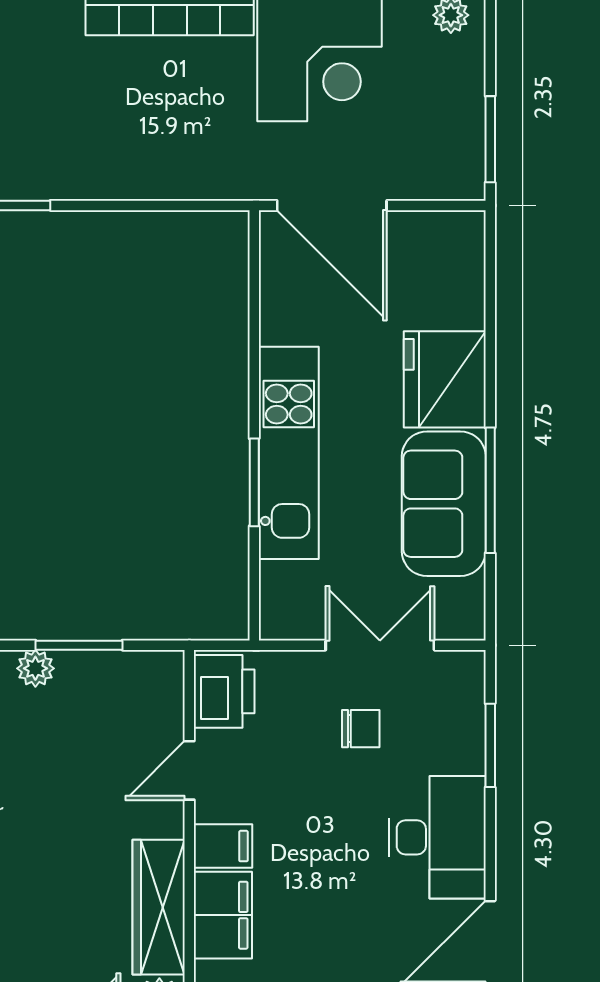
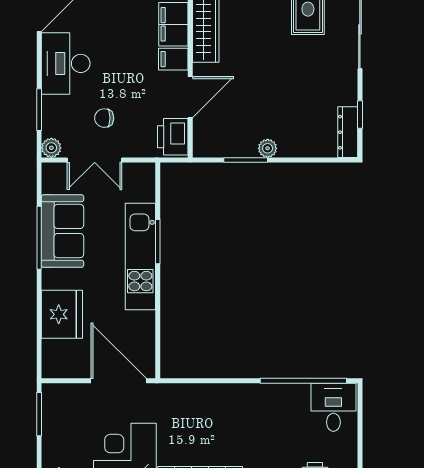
fridge: (445, 379) -> (62, 314), moved
plant: (466, 669) -> (51, 148), added
door: (189, 770) -> (190, 97), width x1.38

